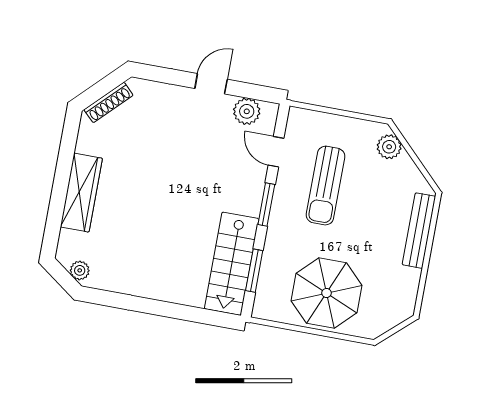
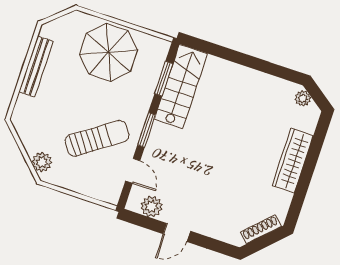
sun lounger: (325, 186) -> (97, 138), turned 55
bench: (419, 231) -> (36, 66), moved

